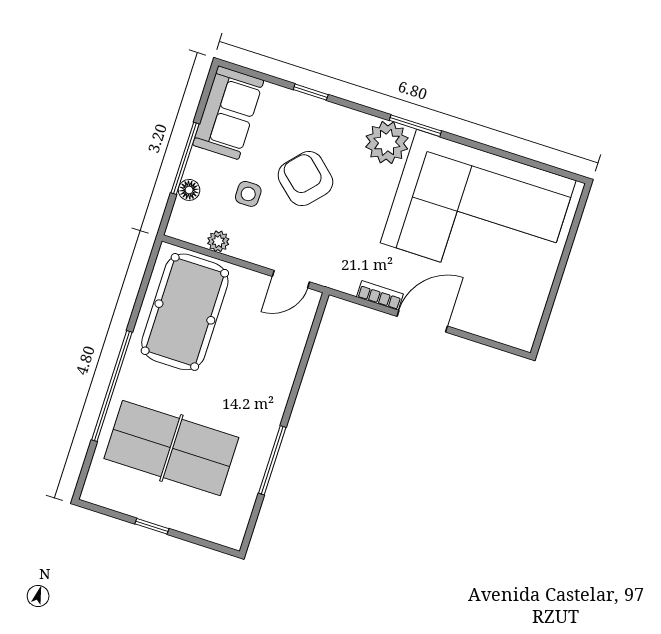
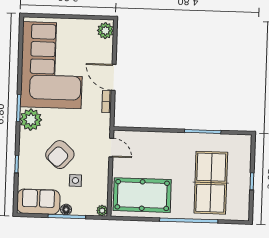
floor lamp: (189, 190) -> (66, 210), moved
plant: (218, 241) -> (102, 211), moved
plant: (515, 331) -> (105, 31), added

